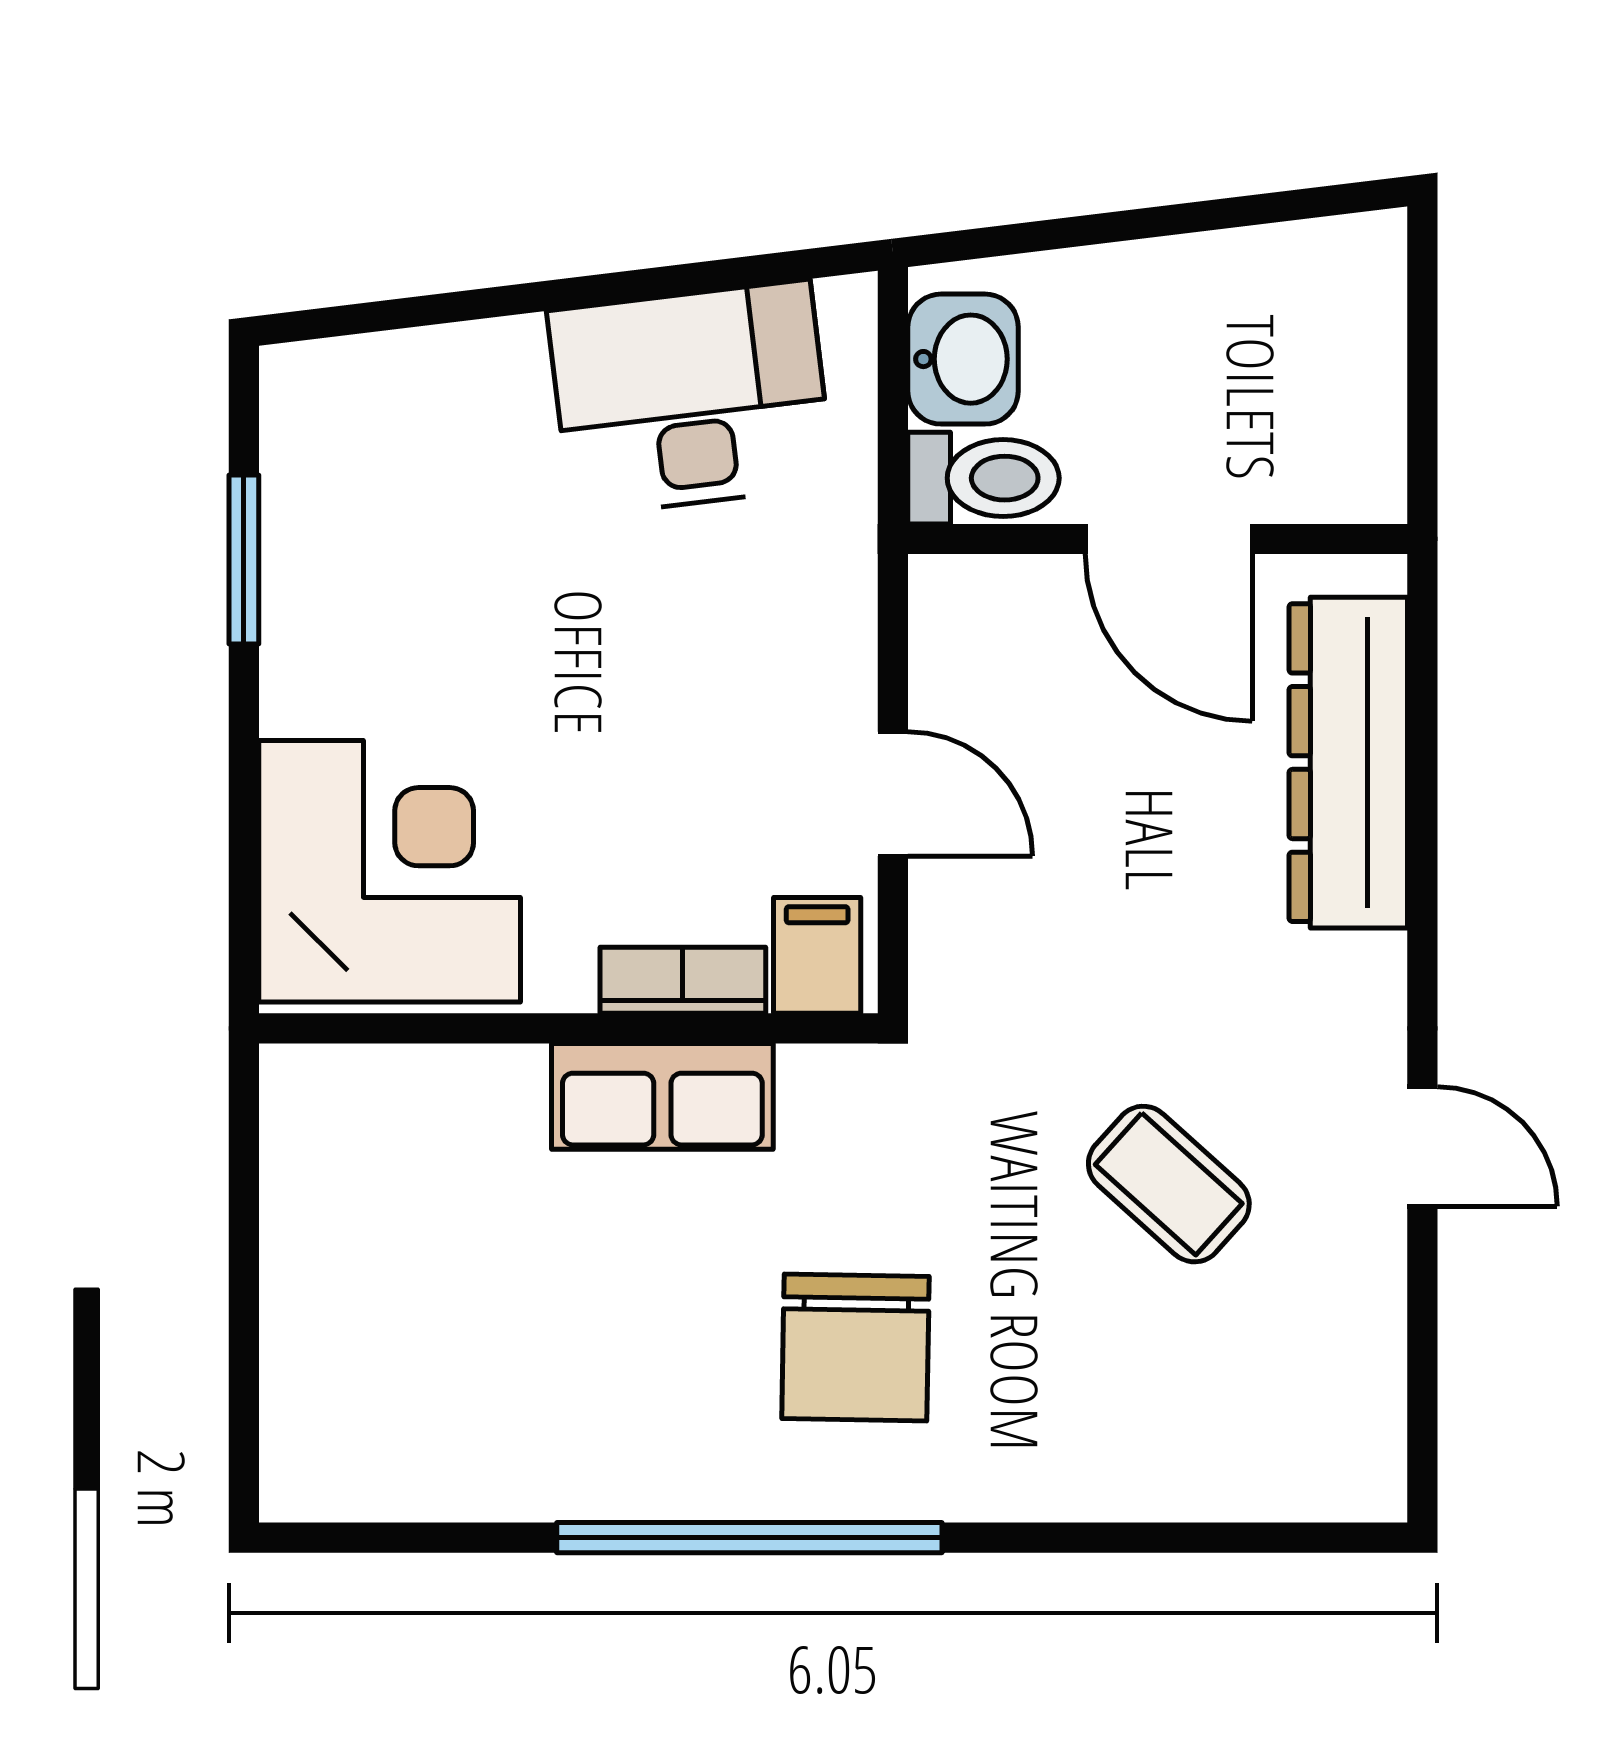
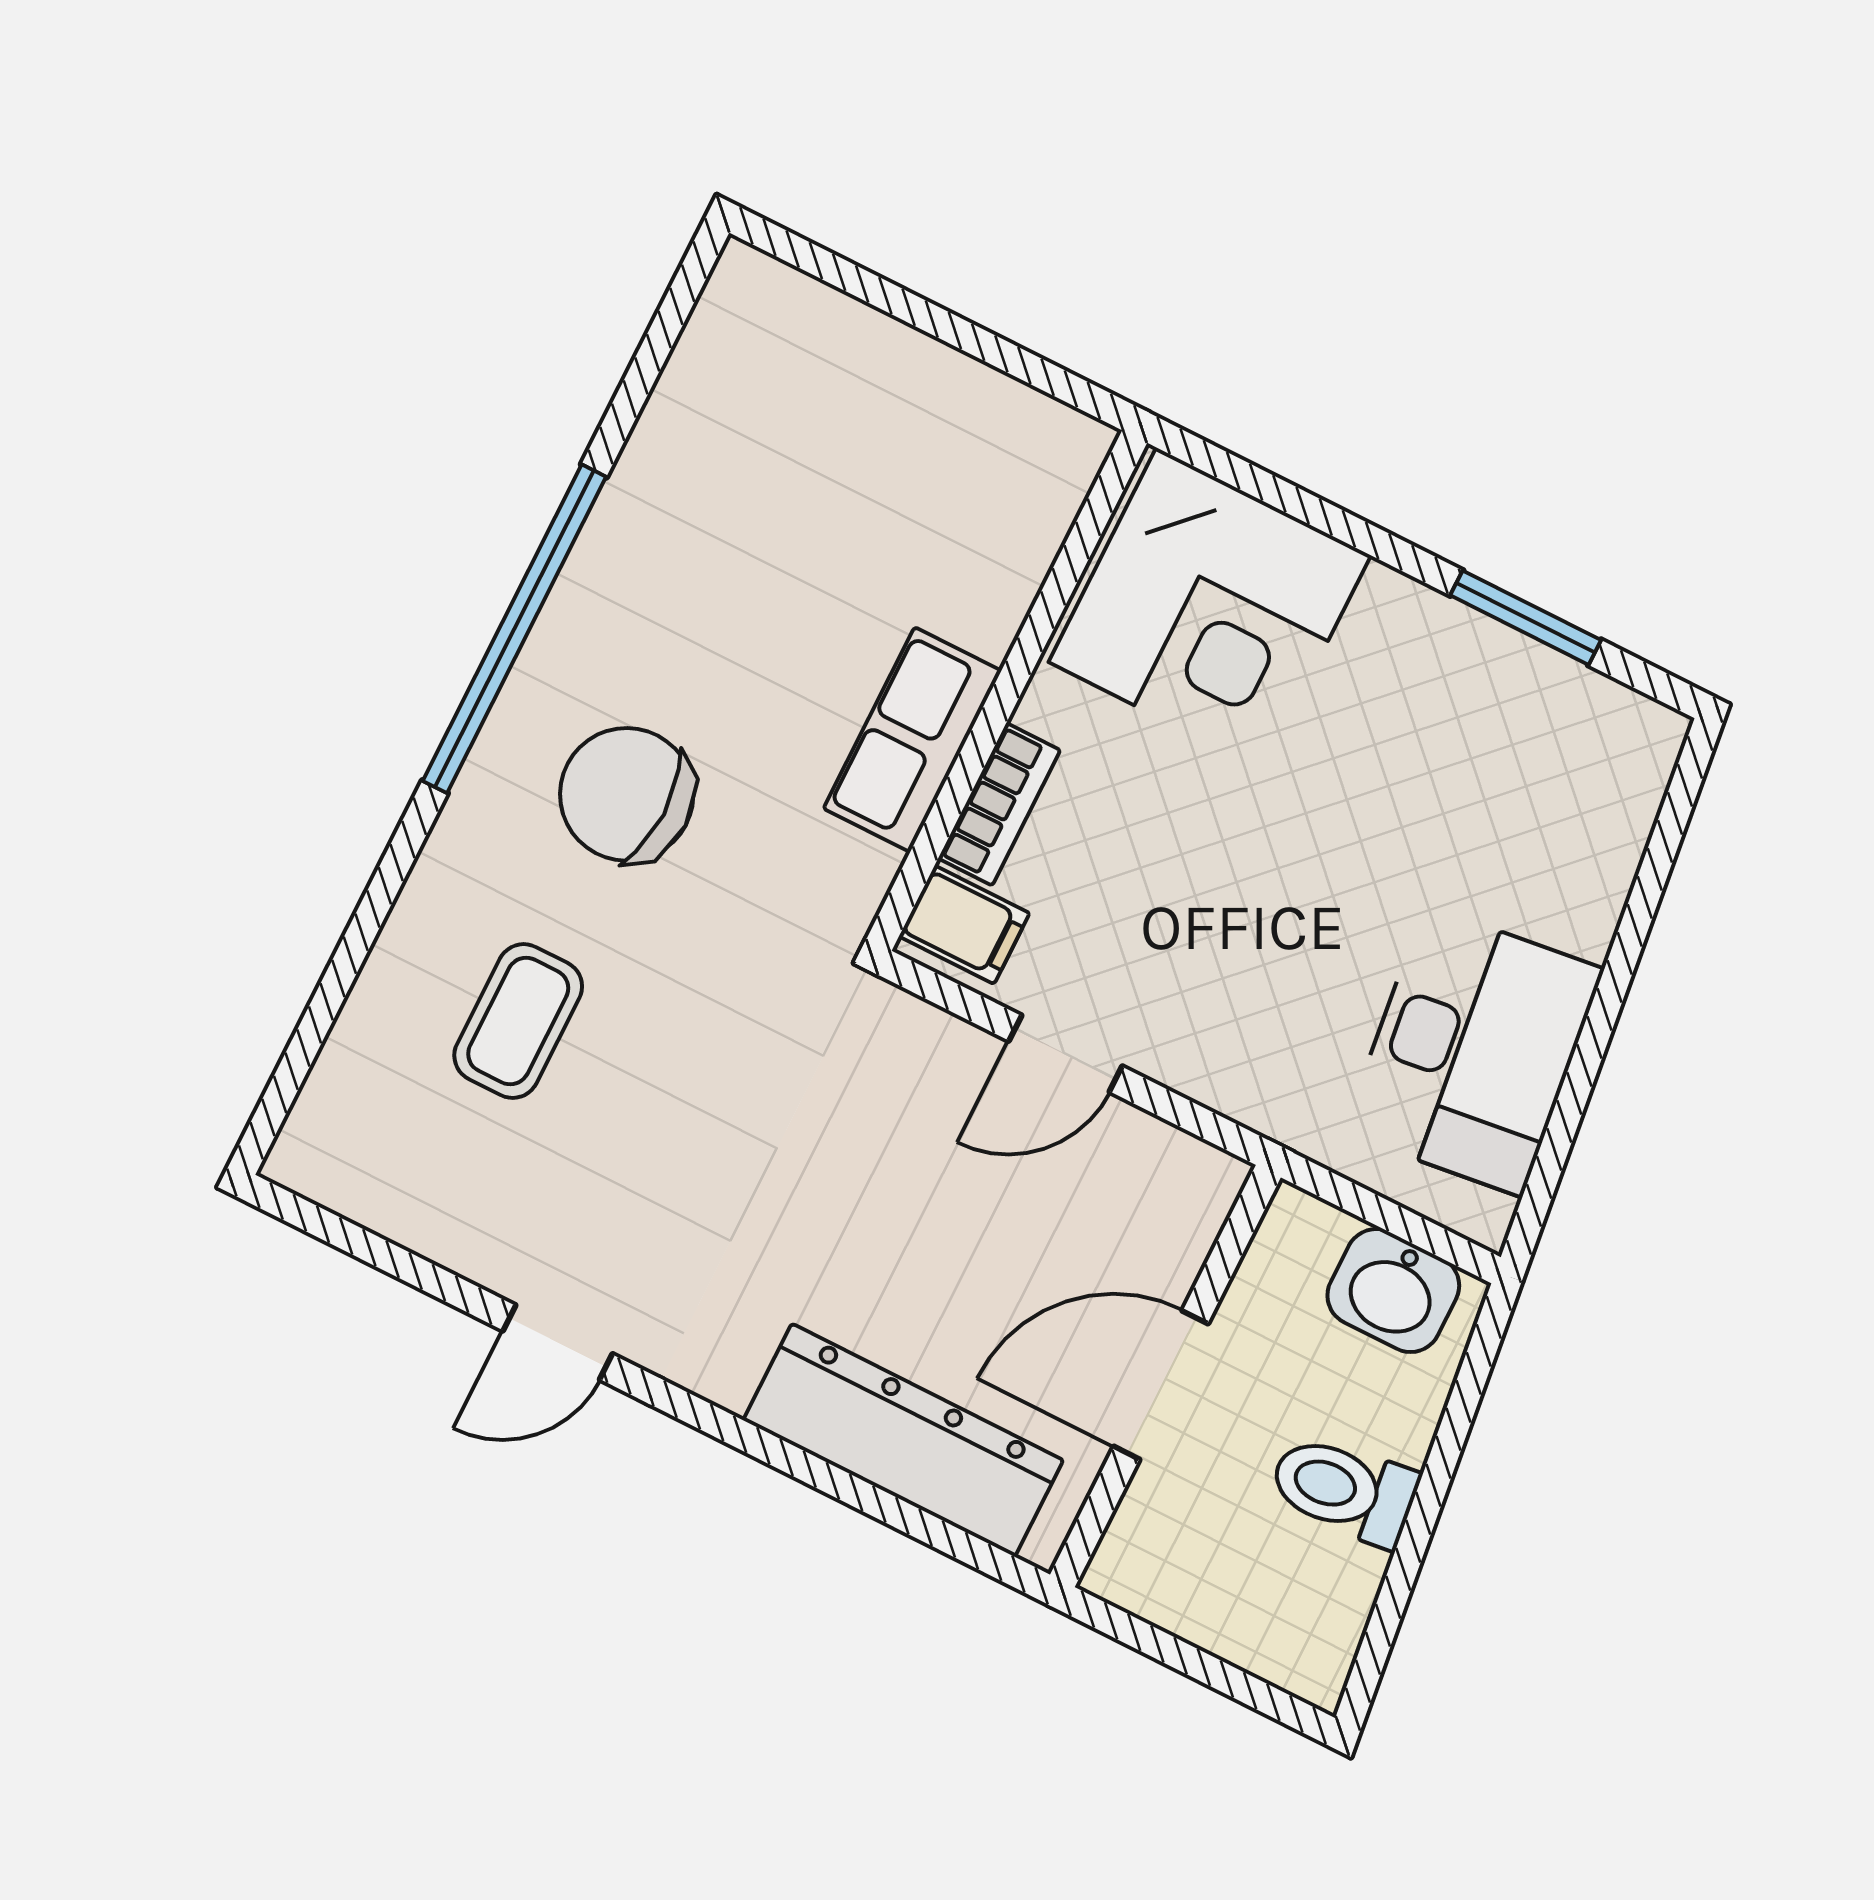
toilet: (984, 478) -> (1344, 1490), moved, turned 83
coffee table: (1169, 1184) -> (518, 1021), moved, turned -42

